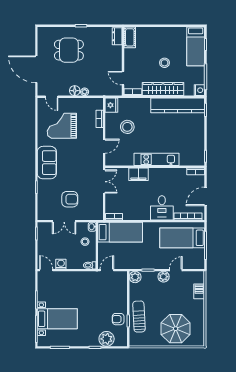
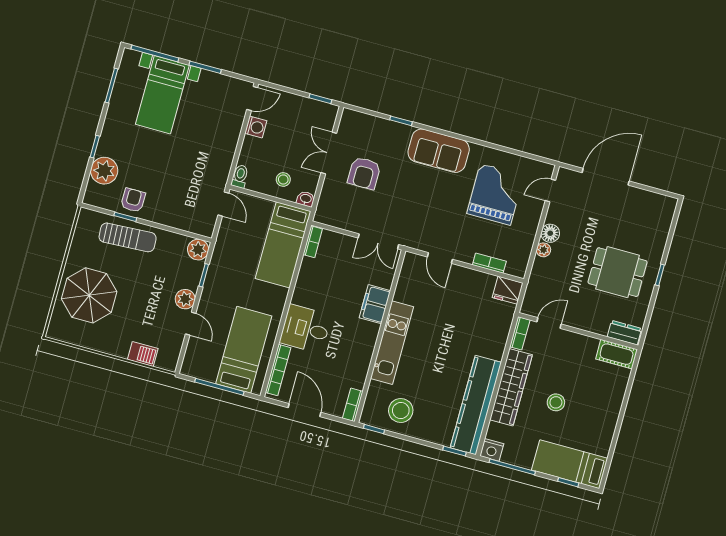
dining table: (69, 50) -> (618, 272), moved, turned 90
stool: (127, 127) -> (401, 410), moved

